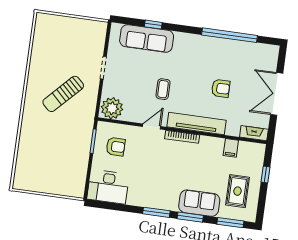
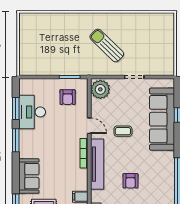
sofa: (147, 39) -> (162, 119), width x1.36, depth x1.27
desk: (108, 187) -> (32, 112), moved
window: (190, 217) -> (16, 108), moved

